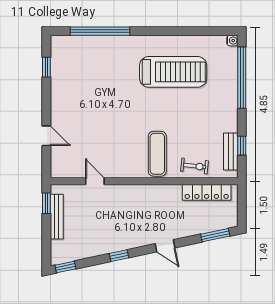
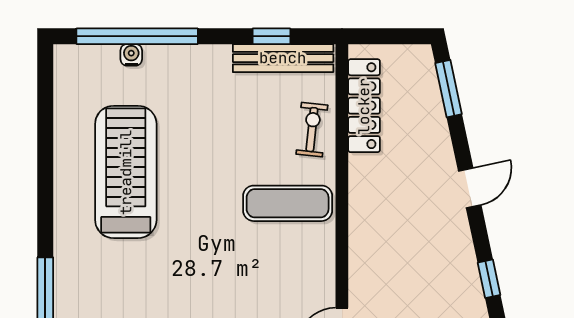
water cooler: (232, 41) -> (131, 55), moved
bench: (231, 151) -> (283, 58), width x1.36

